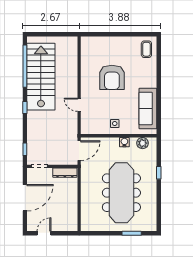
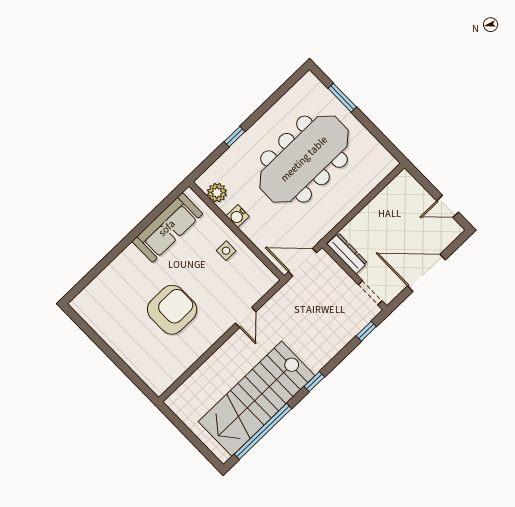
coffee table: (146, 49) -> (96, 301), removed

